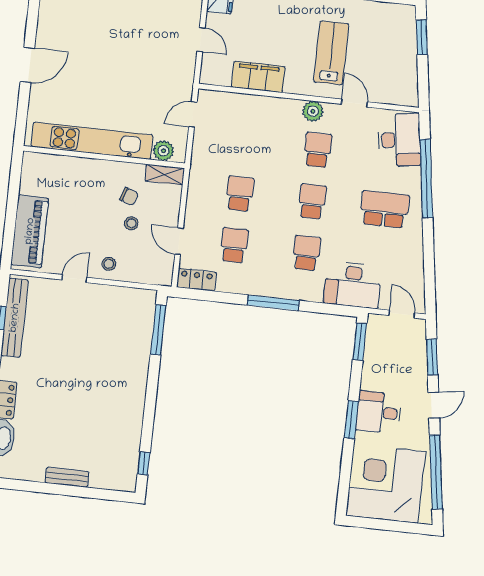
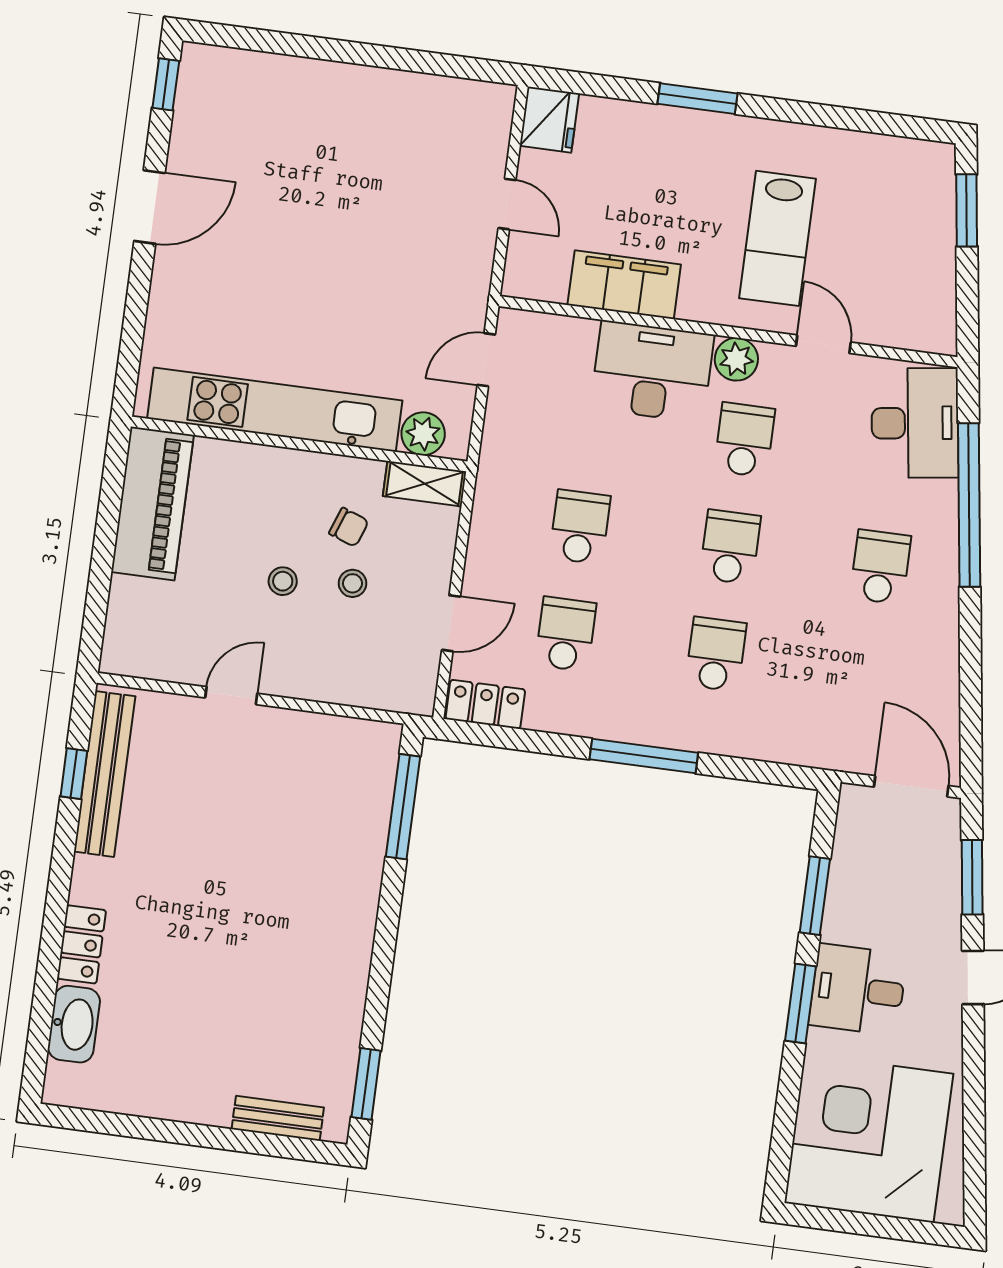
lab bench: (331, 53) -> (778, 238), turned 180
door: (27, 65) -> (149, 207), moved
school desk: (384, 209) -> (880, 567), width x0.54
piano: (30, 231) -> (153, 504), moved
door: (179, 241) -> (451, 623), swing flipped
stool: (109, 264) -> (283, 581), moved
desk: (353, 285) -> (652, 372), moved, turned 180
door: (402, 314) -> (911, 786), width x1.37
window: (360, 342) -> (815, 896), moved
window: (144, 463) -> (366, 1084), width x1.50
window: (436, 472) -> (974, 1117), removed
bench: (67, 477) -> (278, 1118), moved

